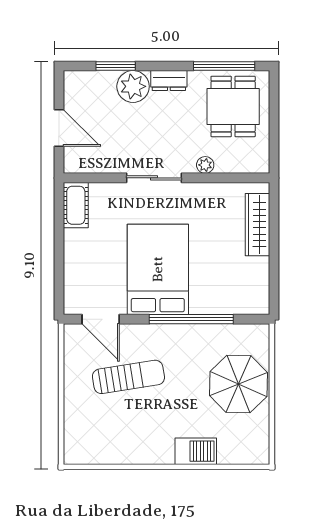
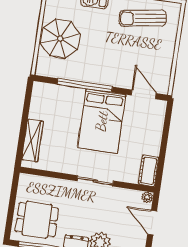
dining table: (233, 106) -> (37, 220), turned 90
plant: (205, 165) -> (147, 197), moved
sun lounger: (128, 377) -> (143, 18), moved

